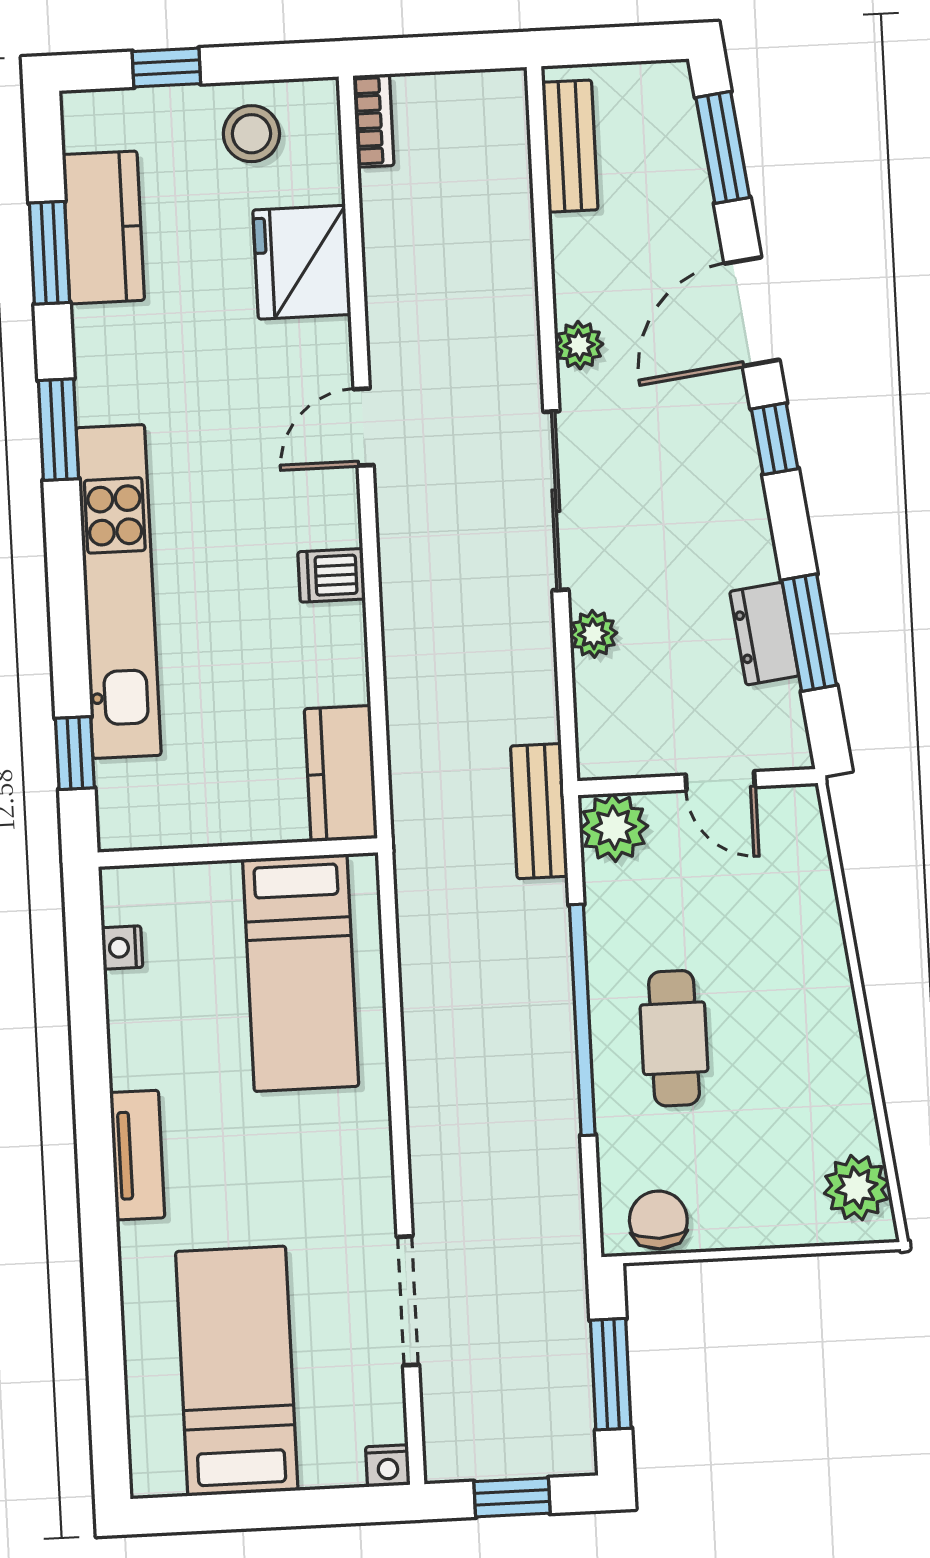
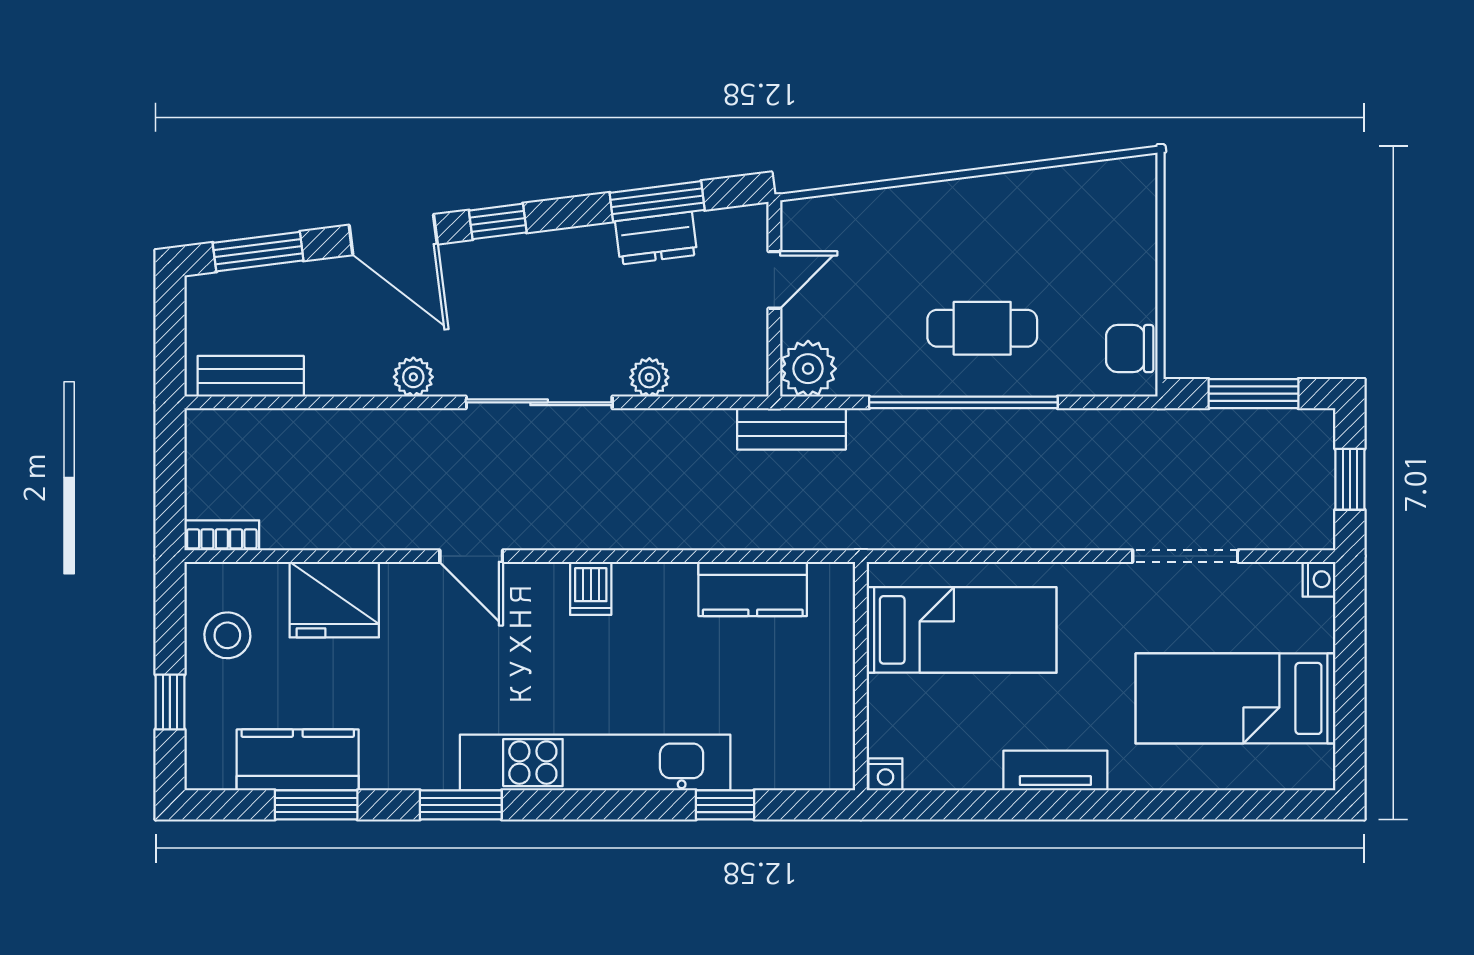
wall: (238, 852) -> (861, 676), moved
bed: (301, 973) -> (961, 630), moved
plant: (857, 1188) -> (1112, 186), removed

